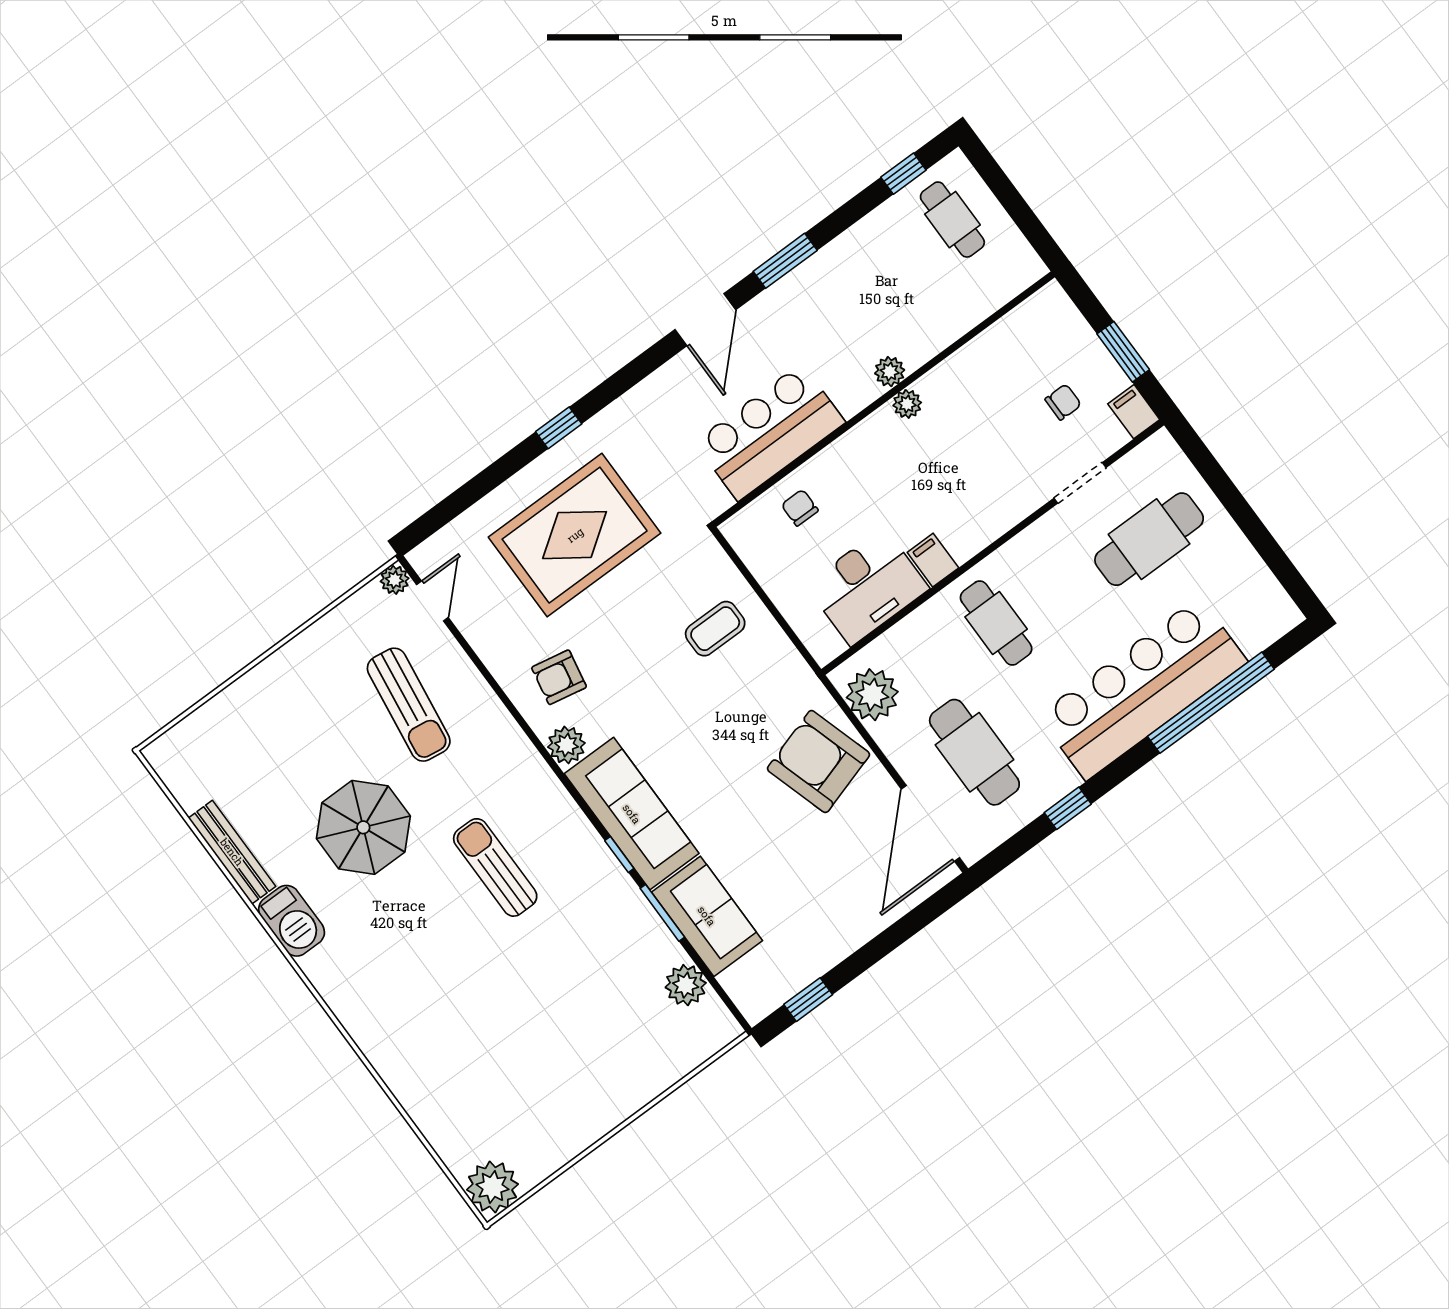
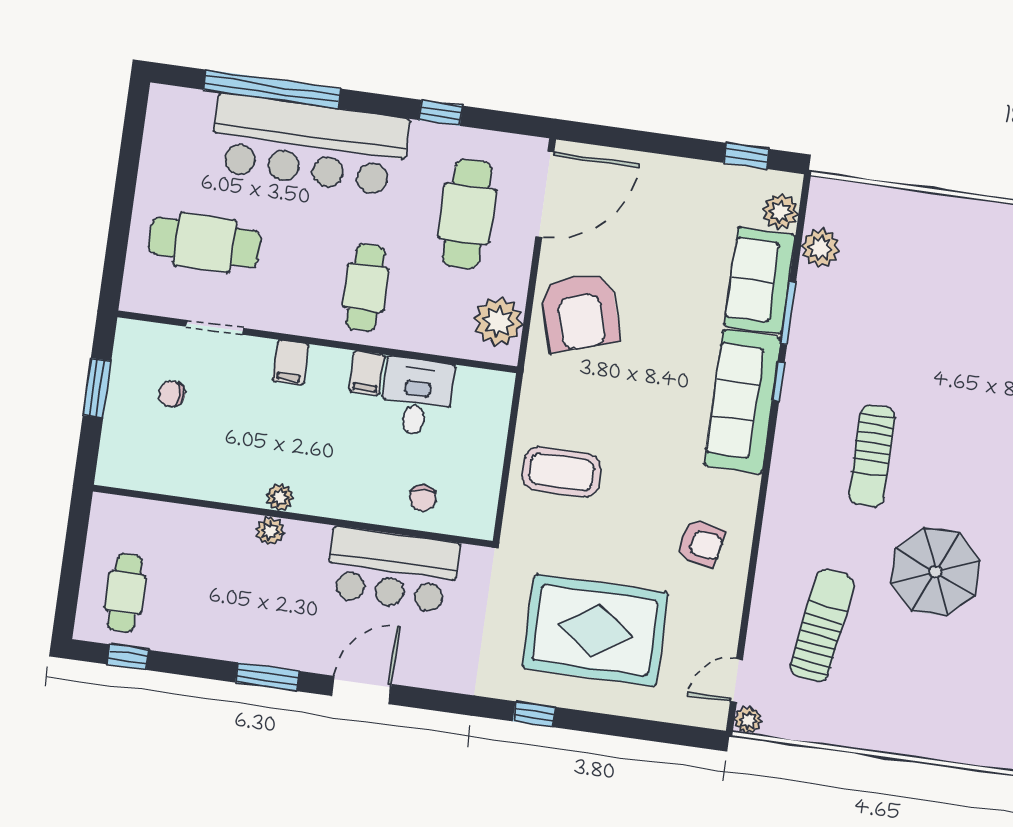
filing cabinet: (1134, 412) -> (291, 363), moved
desk: (867, 587) -> (417, 397), width x0.73
coffee table: (715, 629) -> (562, 472), width x1.36, depth x1.30
plant: (566, 745) -> (781, 212), moved

